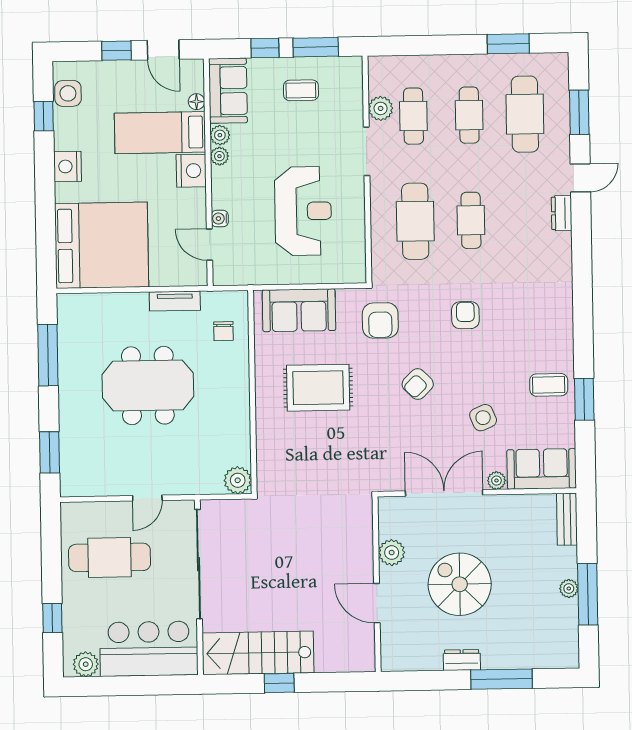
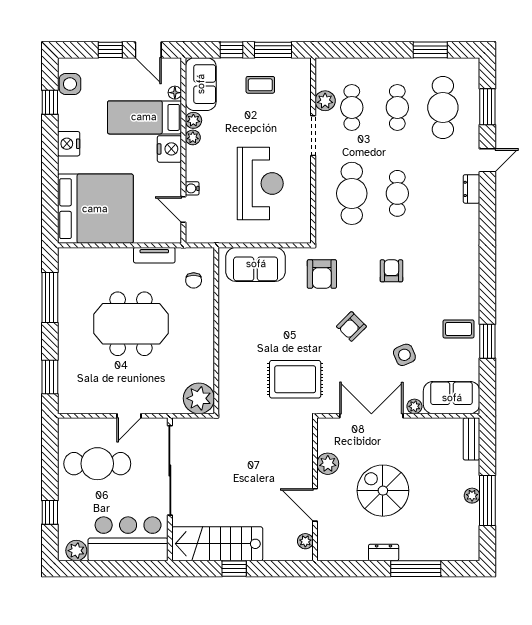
rug: (318, 388) -> (295, 379), moved
plant: (238, 480) -> (199, 398), width x1.36, depth x1.36
plant: (366, 648) -> (305, 541), added

